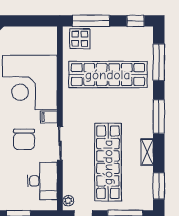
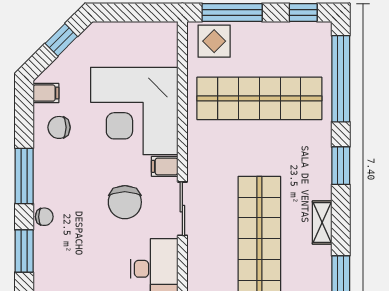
window: (159, 62) -> (341, 79), width x1.46
window: (159, 117) -> (341, 166), width x0.69

